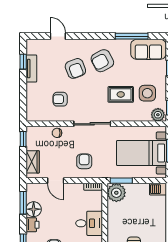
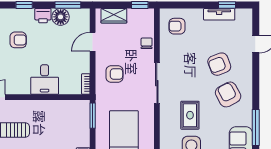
armchair: (60, 99) -> (177, 26), moved, turned -90
plant: (116, 193) -> (79, 110), removed

